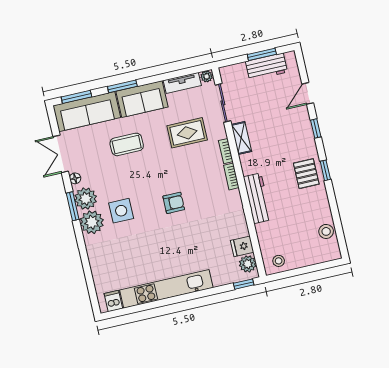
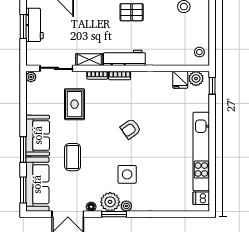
tv unit: (182, 83) -> (32, 99), removed
workbench: (257, 198) -> (124, 58), moved
armchair: (174, 203) -> (131, 129), turned -125
plant: (92, 222) -> (126, 206), width x0.53, depth x0.53

